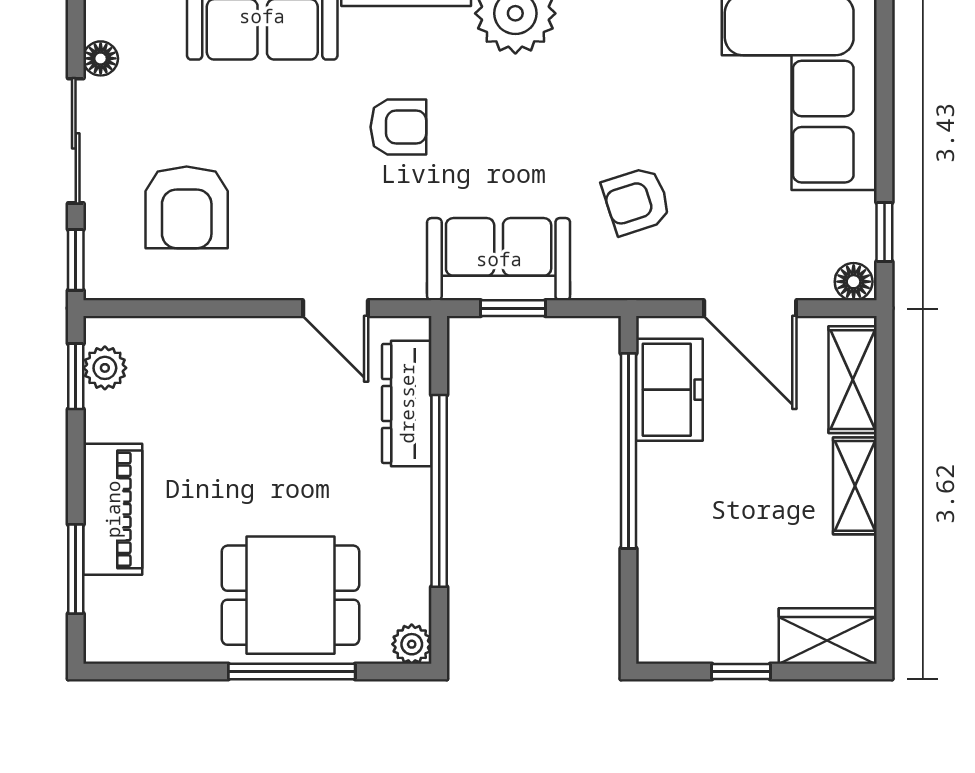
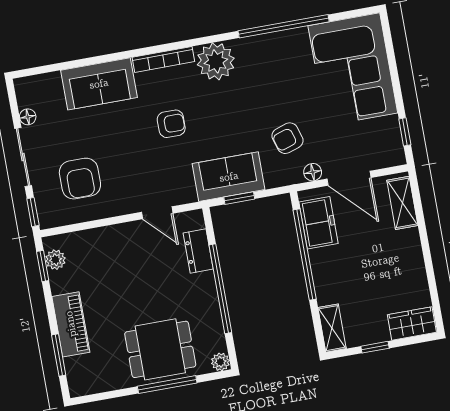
floor lamp: (854, 282) -> (313, 172), moved
dresser: (407, 403) -> (198, 251), width x0.70
shelving: (855, 486) -> (332, 328), moved

